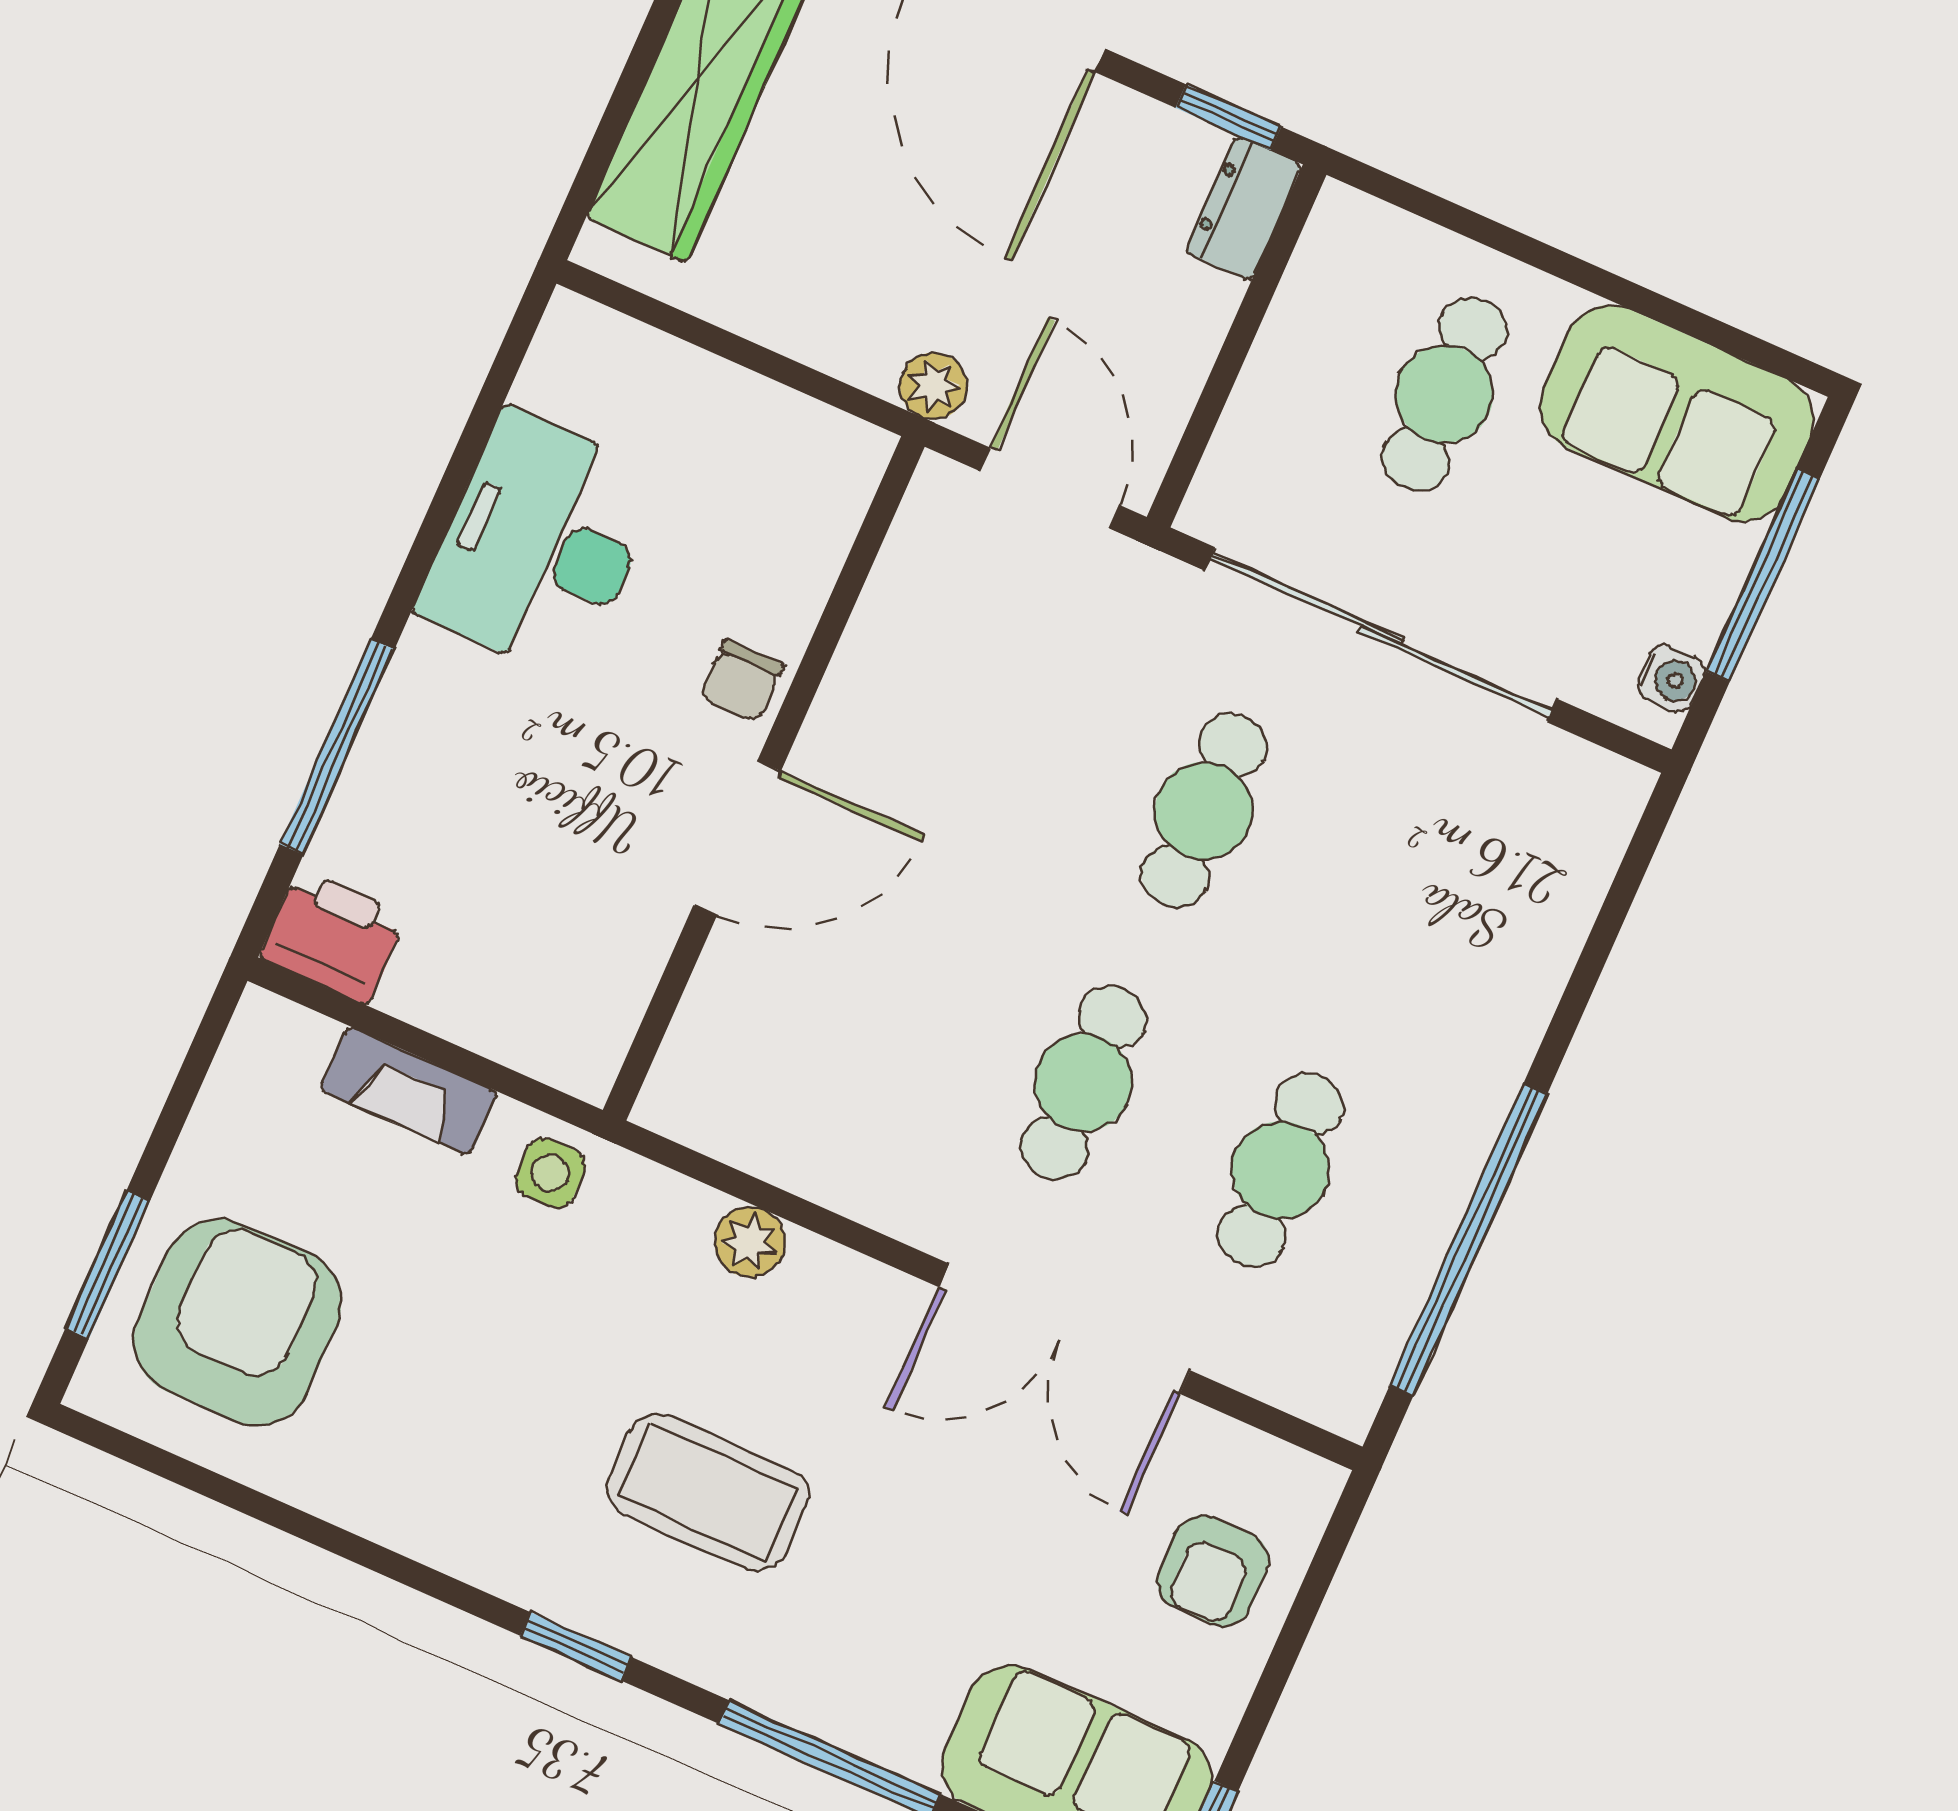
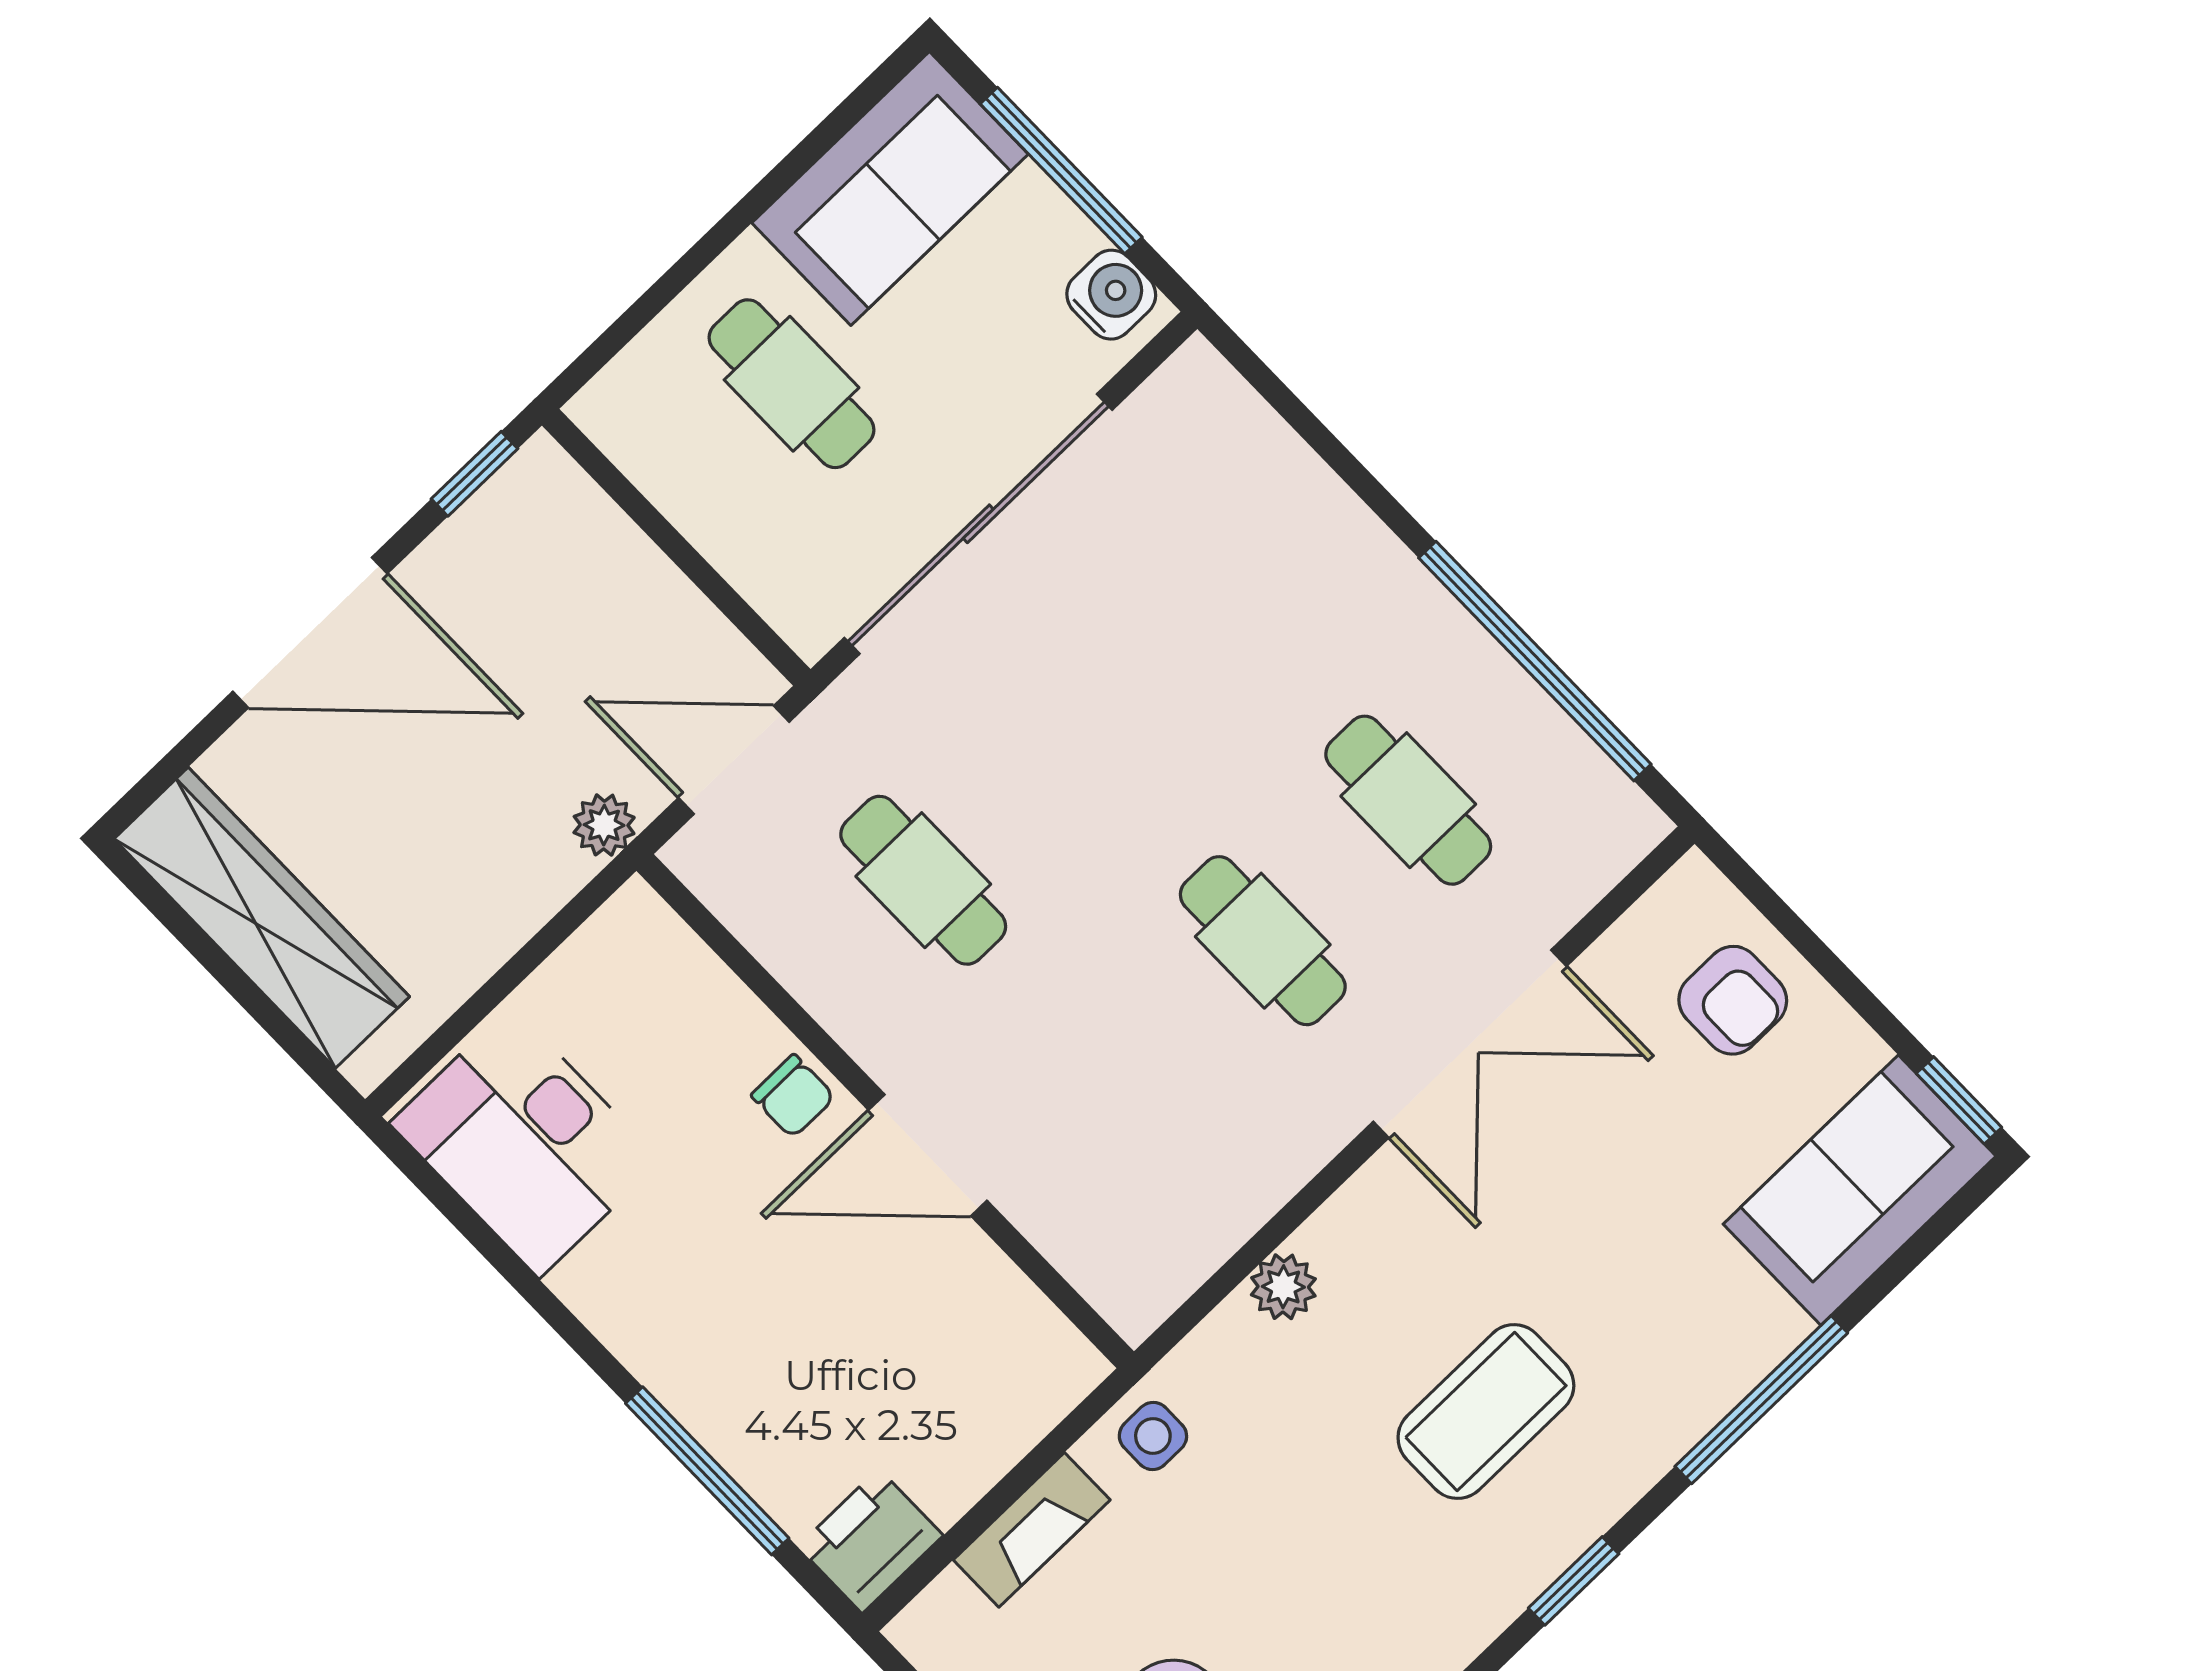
dresser: (1244, 209) -> (559, 493), removed
desk: (541, 544) -> (525, 1142), moved
water cooler: (1671, 679) -> (1111, 295), width x1.38, depth x1.38
cafe table: (1204, 811) -> (923, 880), moved
door: (737, 838) -> (928, 1155), swing flipped

